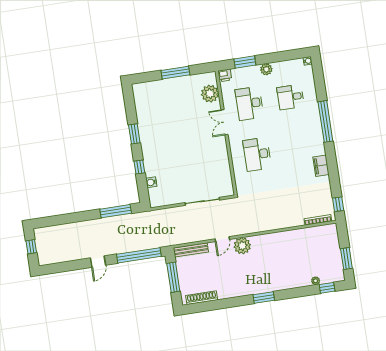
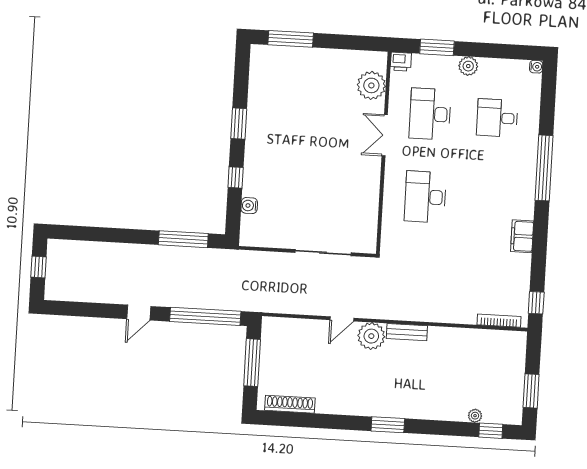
window: (175, 73) -> (291, 39), moved
bench: (191, 250) -> (407, 332), moved, width x0.73

